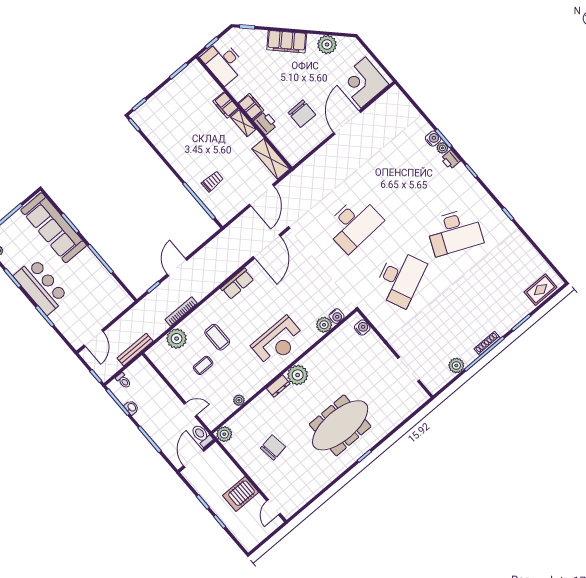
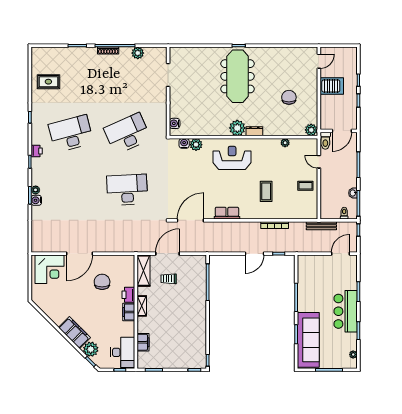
plant: (327, 44) -> (91, 349), moved
filing cabinet: (226, 105) -> (143, 342), moved
printer: (451, 160) -> (37, 151), moved
trolley: (212, 181) -> (169, 279), moved
desk: (455, 232) -> (71, 134), turned -39
rug: (541, 290) -> (48, 82), moved
plant: (177, 339) -> (291, 211), removed
coffee table: (203, 365) -> (305, 186), moved
meeting table: (340, 425) -> (238, 76), turned 90
chair: (273, 447) -> (289, 97), turned 98

